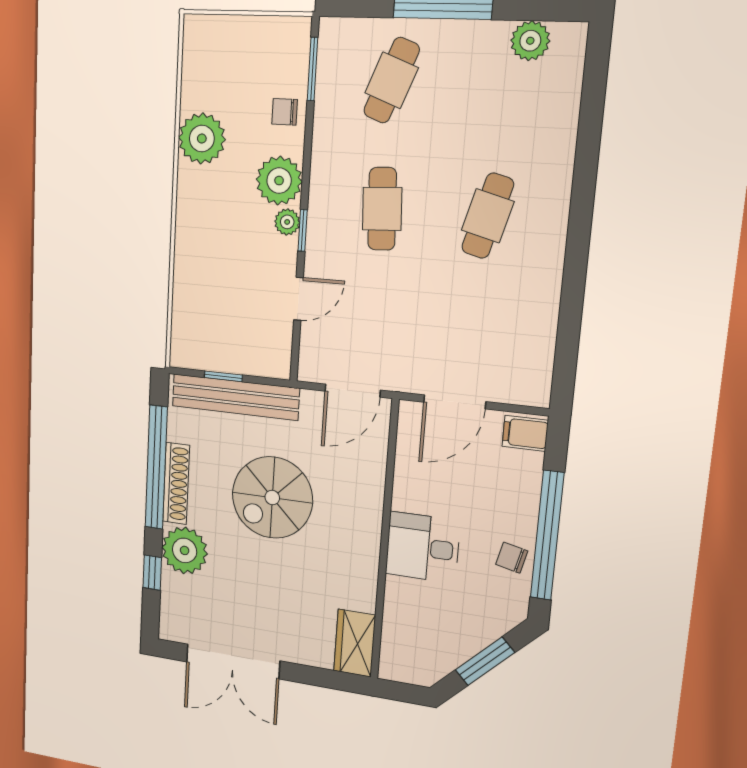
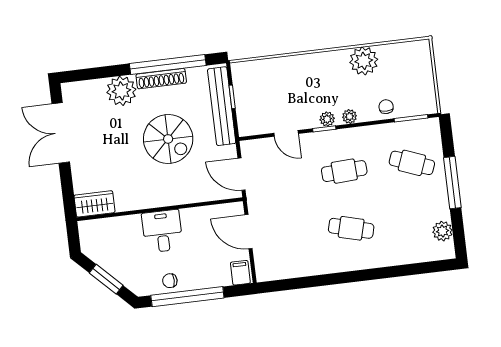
plant: (279, 181) -> (350, 117), width x0.53, depth x0.53
spiral stairs: (272, 498) -> (168, 139), turned 180
chair: (512, 558) -> (170, 281), turned -103
window: (152, 573) -> (102, 73), removed

